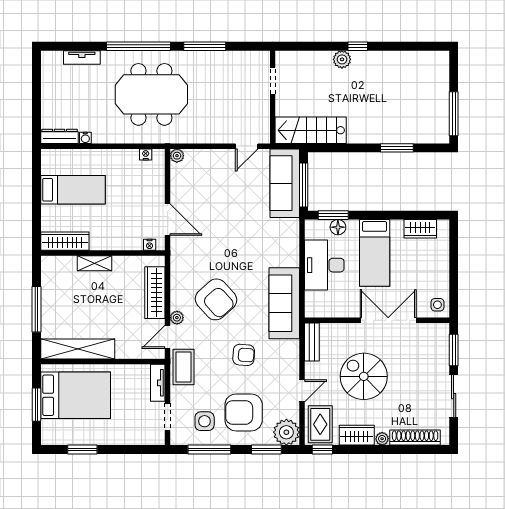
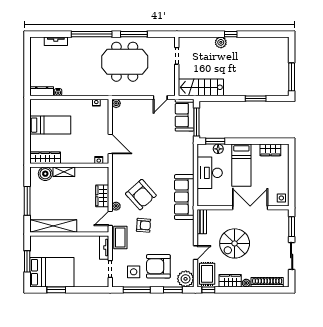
meeting table: (151, 94) -> (125, 62), moved
sofa: (285, 183) -> (185, 115), width x0.73
boiler: (65, 266) -> (45, 174), added
wardrobe: (155, 293) -> (102, 196), width x0.67
armchair: (244, 355) -> (144, 225), moved
spiral stairs: (364, 376) -> (235, 243), turned -90
bed: (76, 395) -> (52, 272), moved

